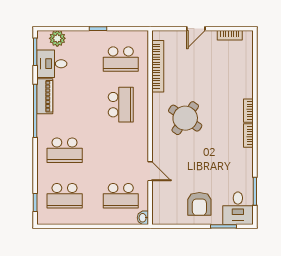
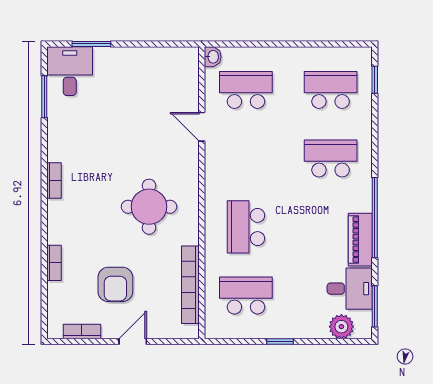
bookcase: (248, 111) -> (54, 263), moved
round table: (185, 118) -> (149, 207), turned -35
armchair: (199, 204) -> (115, 284), moved, turned 180

